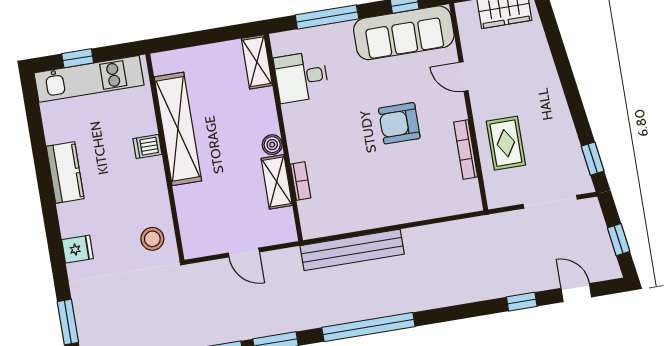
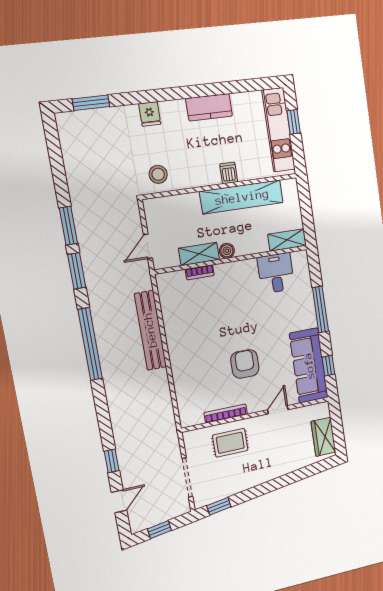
shelving: (257, 62) -> (287, 240), moved
desk: (301, 77) -> (276, 273), moved
wall: (284, 137) -> (232, 259), moved
boiler: (272, 145) -> (227, 251), moved
bookcase: (301, 181) -> (200, 272), moved
shelving: (277, 182) -> (199, 254), moved

